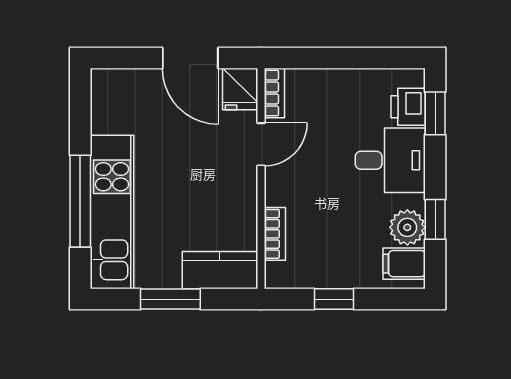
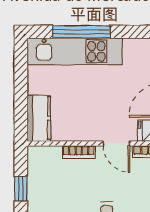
bookcase: (275, 234) -> (79, 152), moved
window: (170, 299) -> (21, 87), removed

